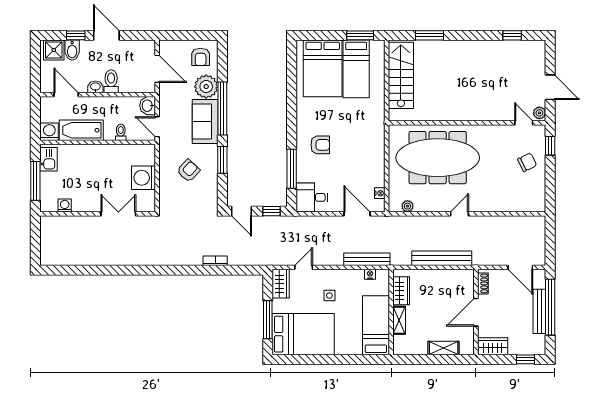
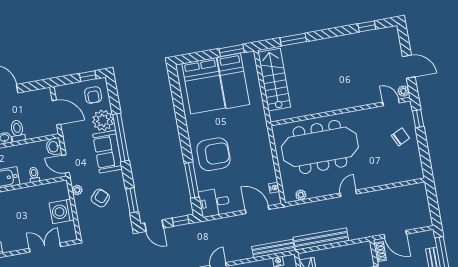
window: (198, 35) -> (88, 76), added
armchair: (320, 145) -> (214, 154), width x1.88, depth x1.88
plant: (165, 157) -> (77, 190), added
window: (222, 160) -> (132, 200), moved
bench: (442, 258) -> (321, 239), moved
door: (520, 267) -> (395, 234), moved

